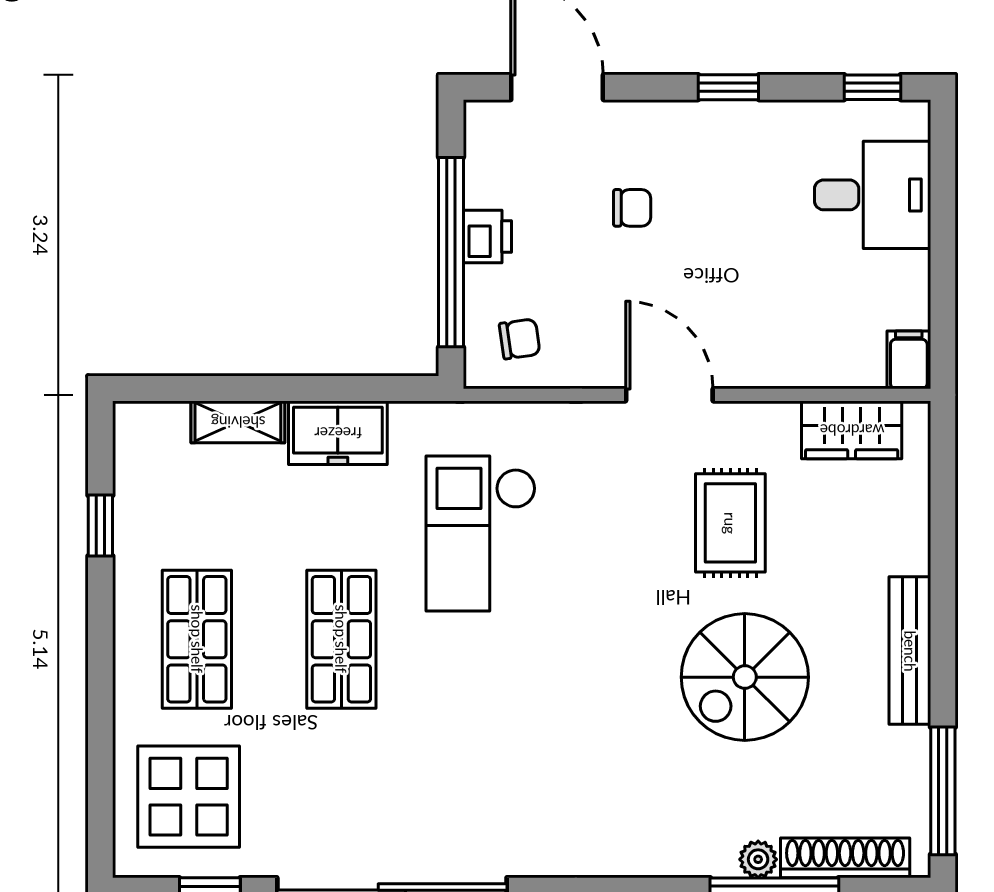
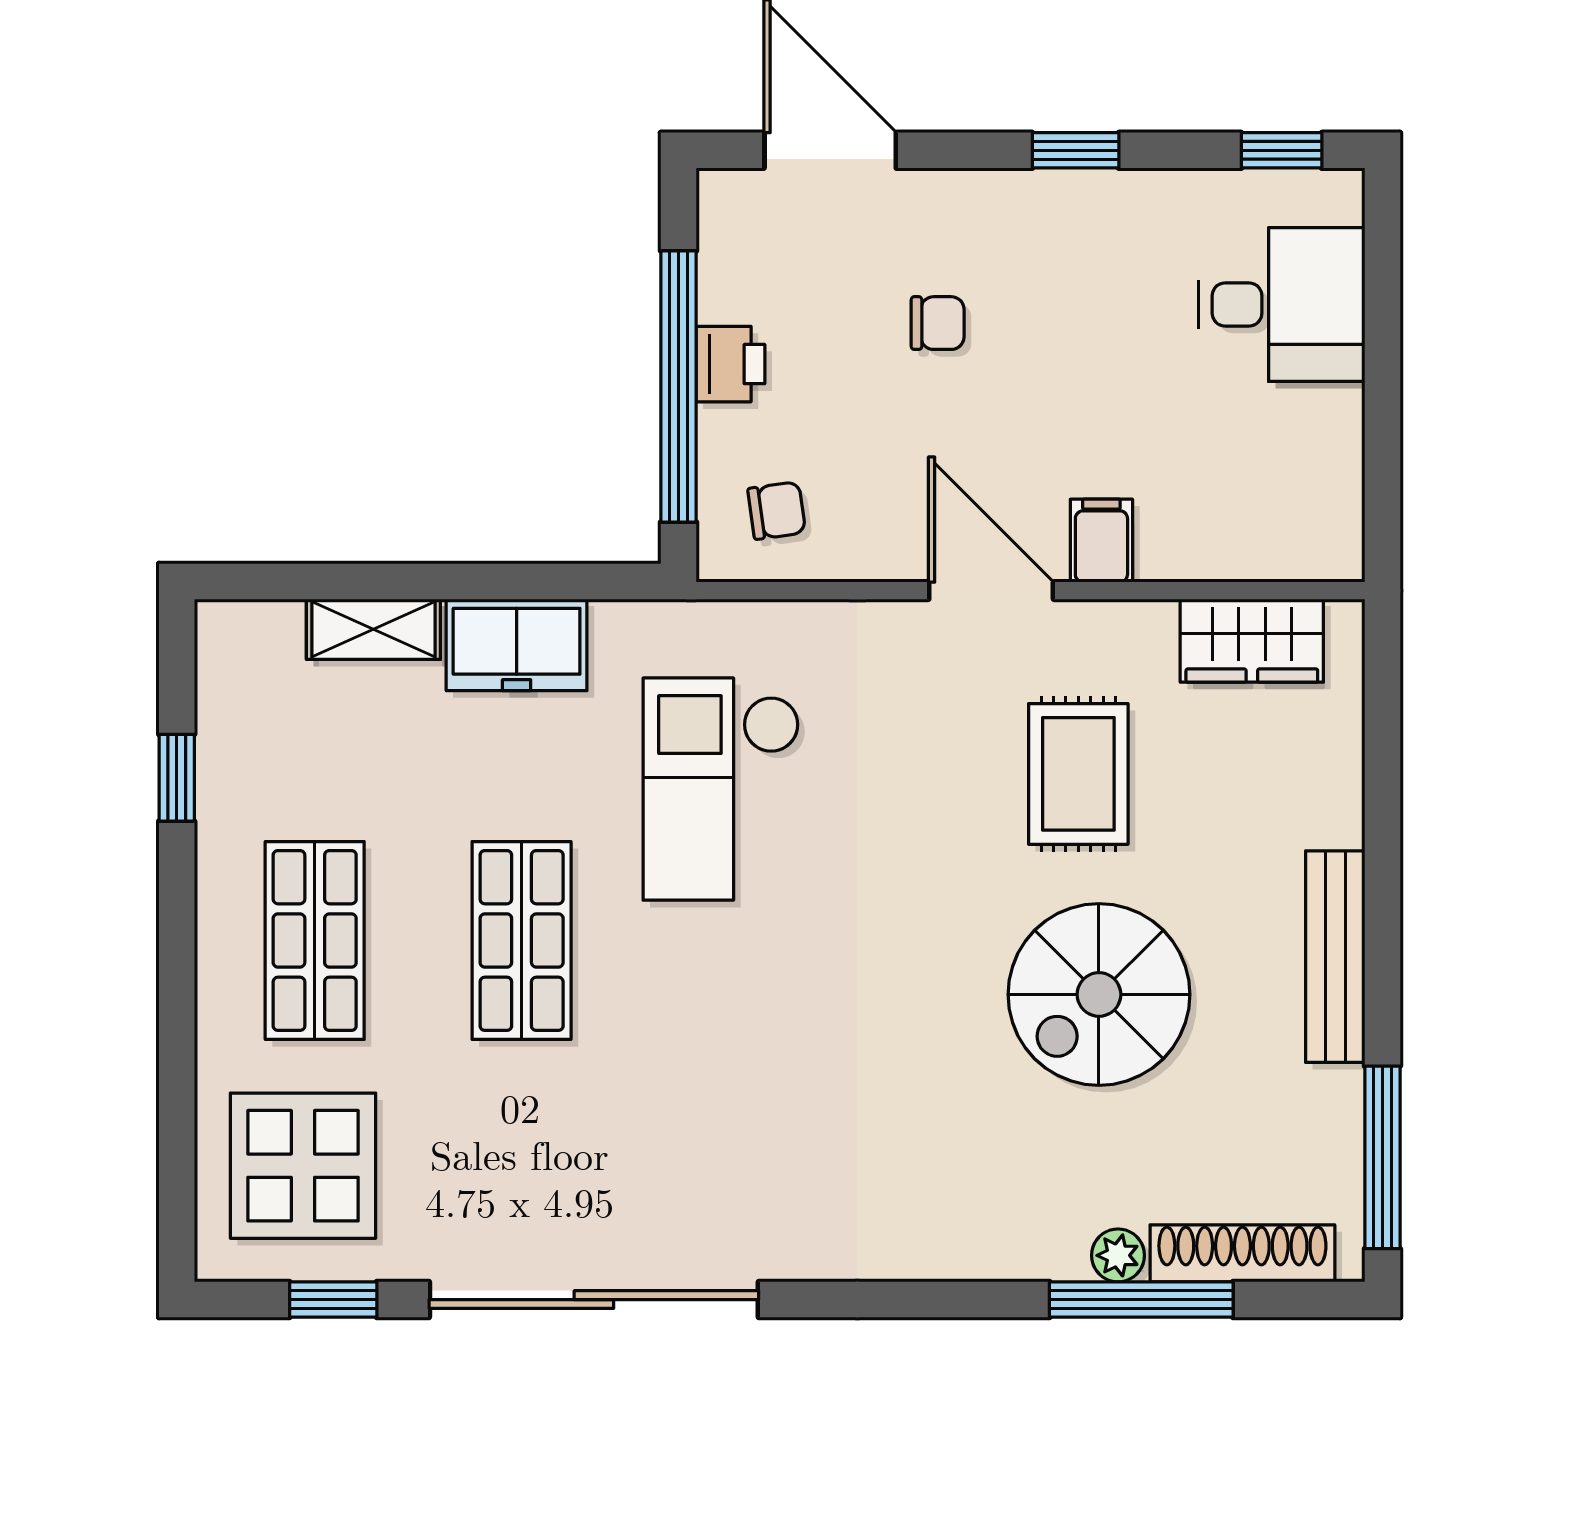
filing cabinet: (909, 360) -> (1101, 541), moved

